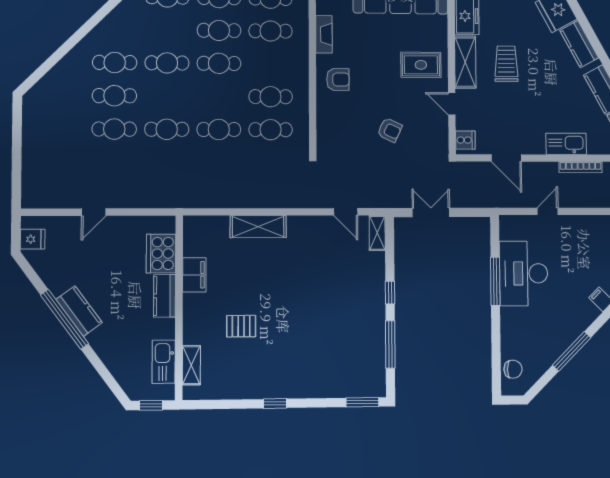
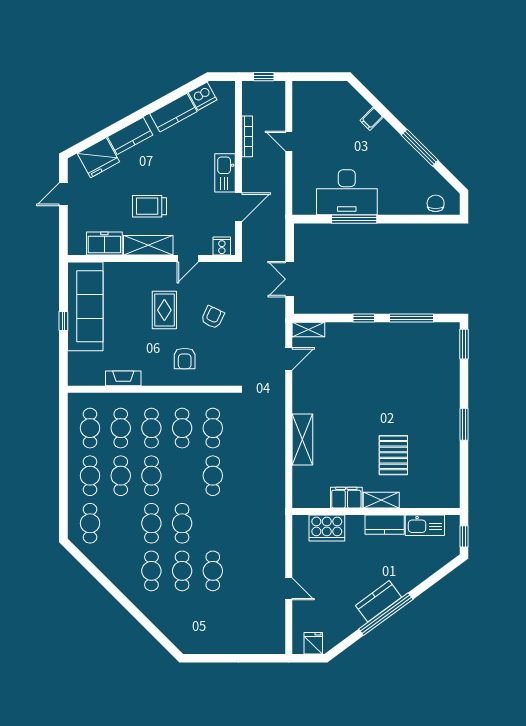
cafe table: (271, 64) -> (151, 428), added
rug: (421, 65) -> (164, 310), moved
armchair: (338, 79) -> (185, 358), moved, turned 180
cafe table: (167, 129) -> (182, 523), moved
kitchen sink: (566, 144) -> (225, 173), moved
door: (548, 211) -> (289, 141), moved
kitchen counter: (165, 296) -> (385, 525), moved
pallet: (241, 326) -> (393, 455), width x1.50, depth x1.42
shelving: (191, 365) -> (381, 500), moved
window: (275, 403) -> (464, 424), width x1.50

